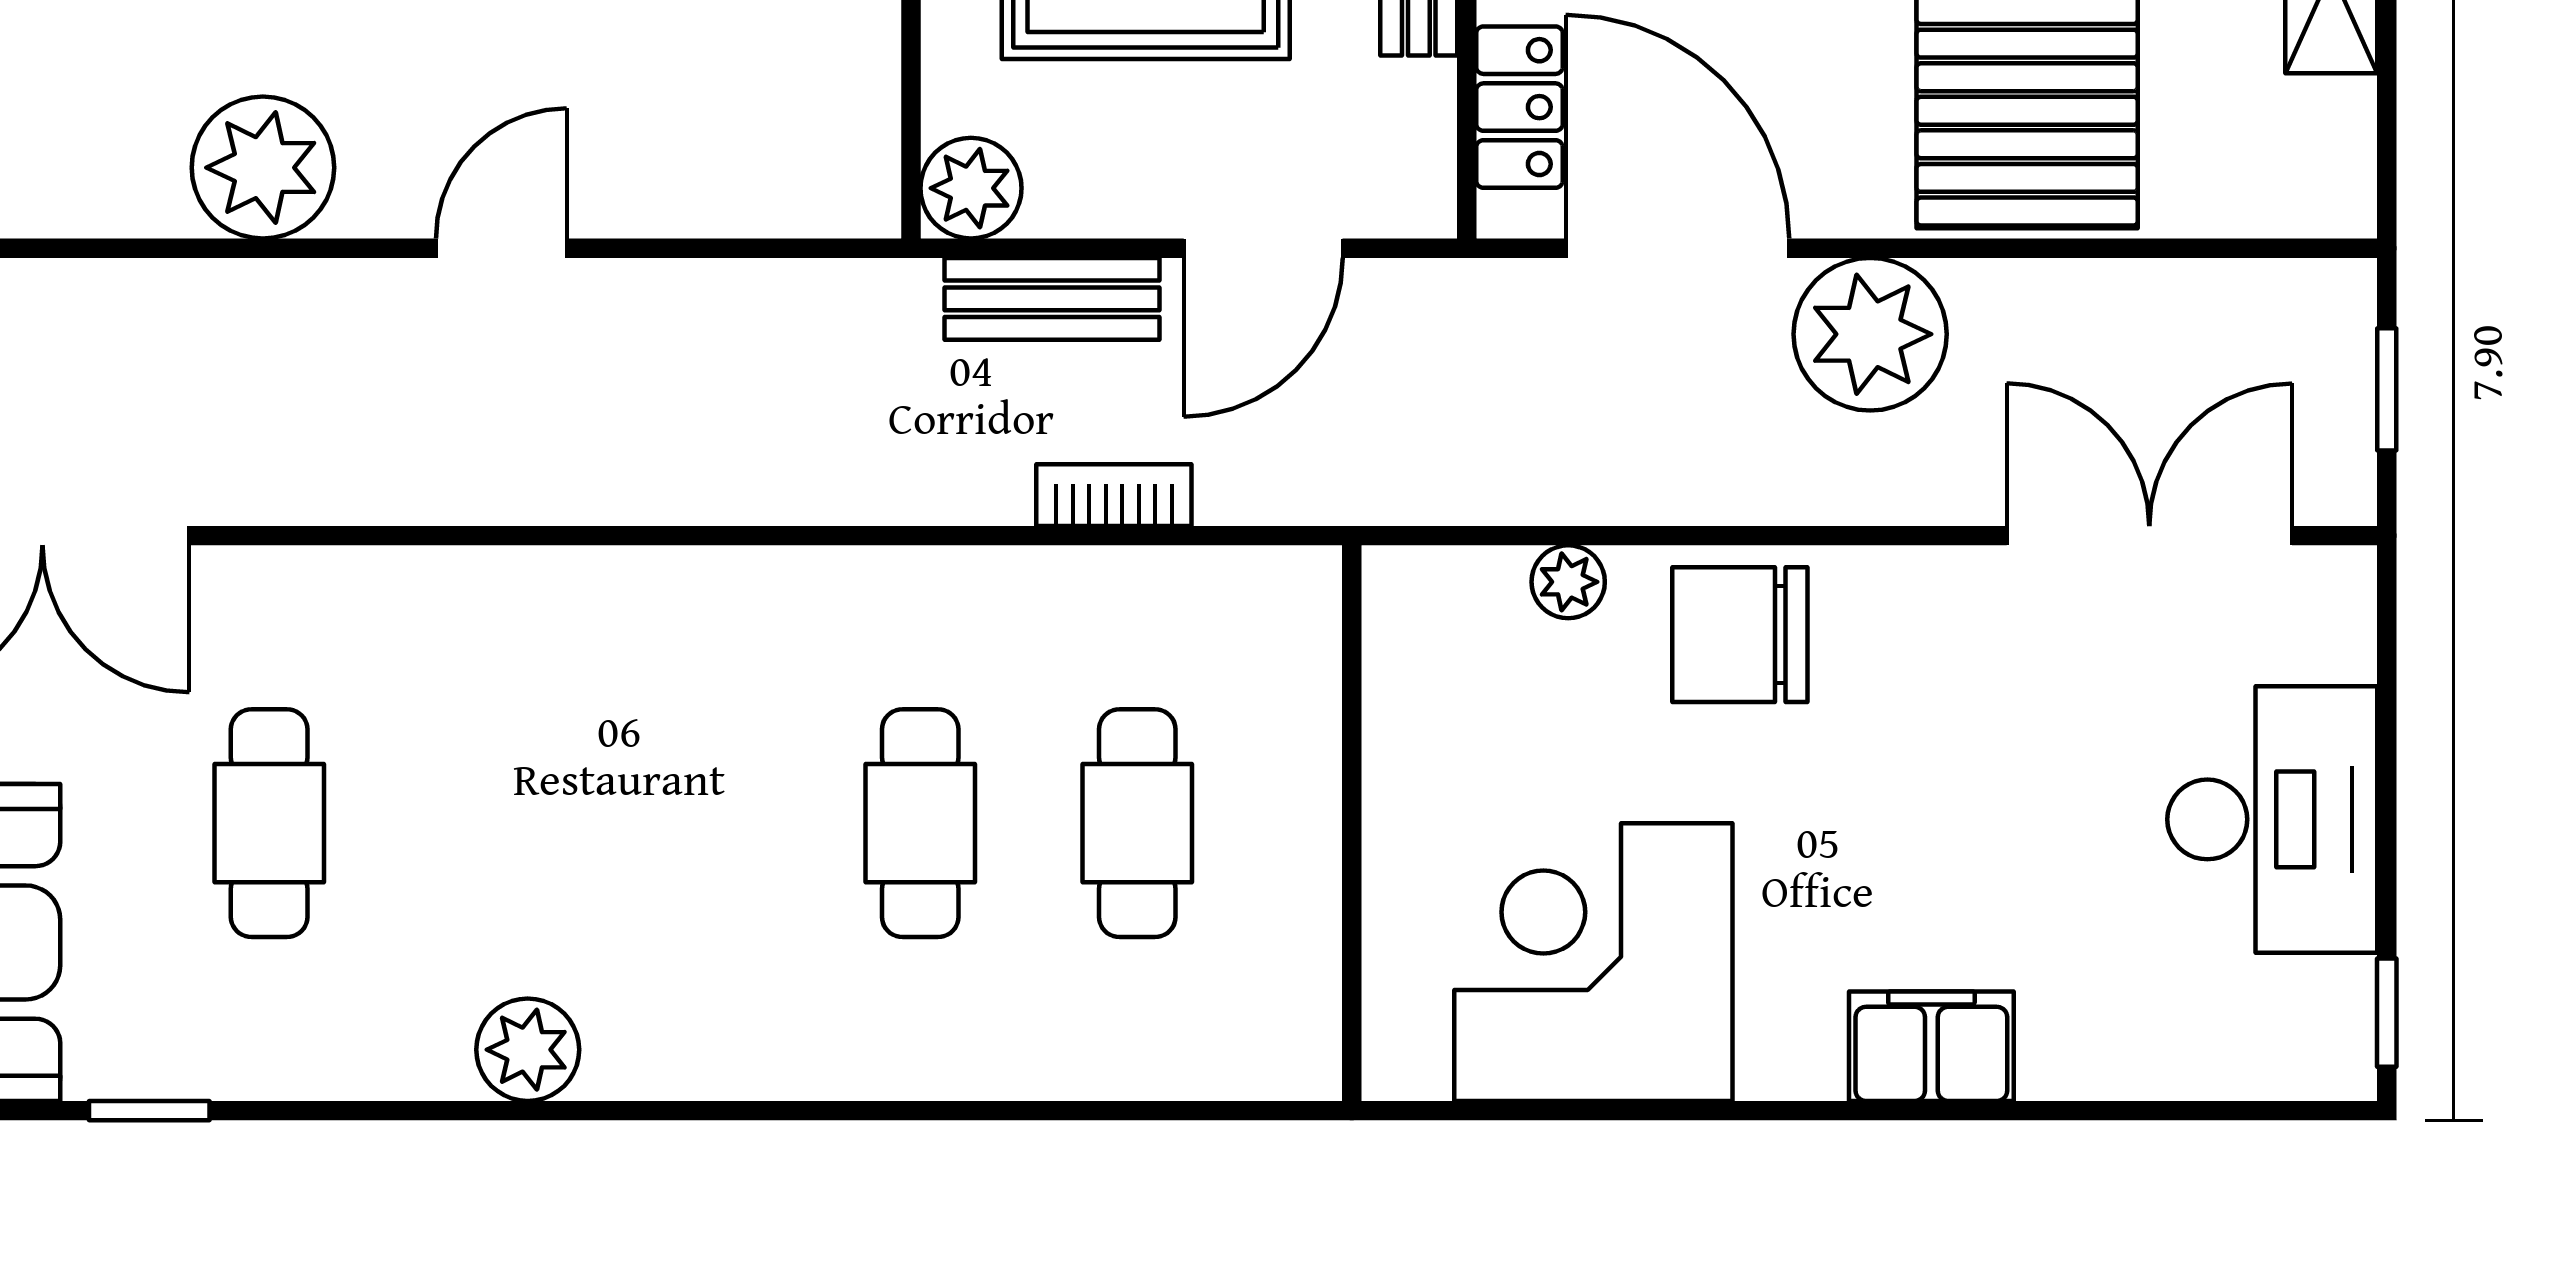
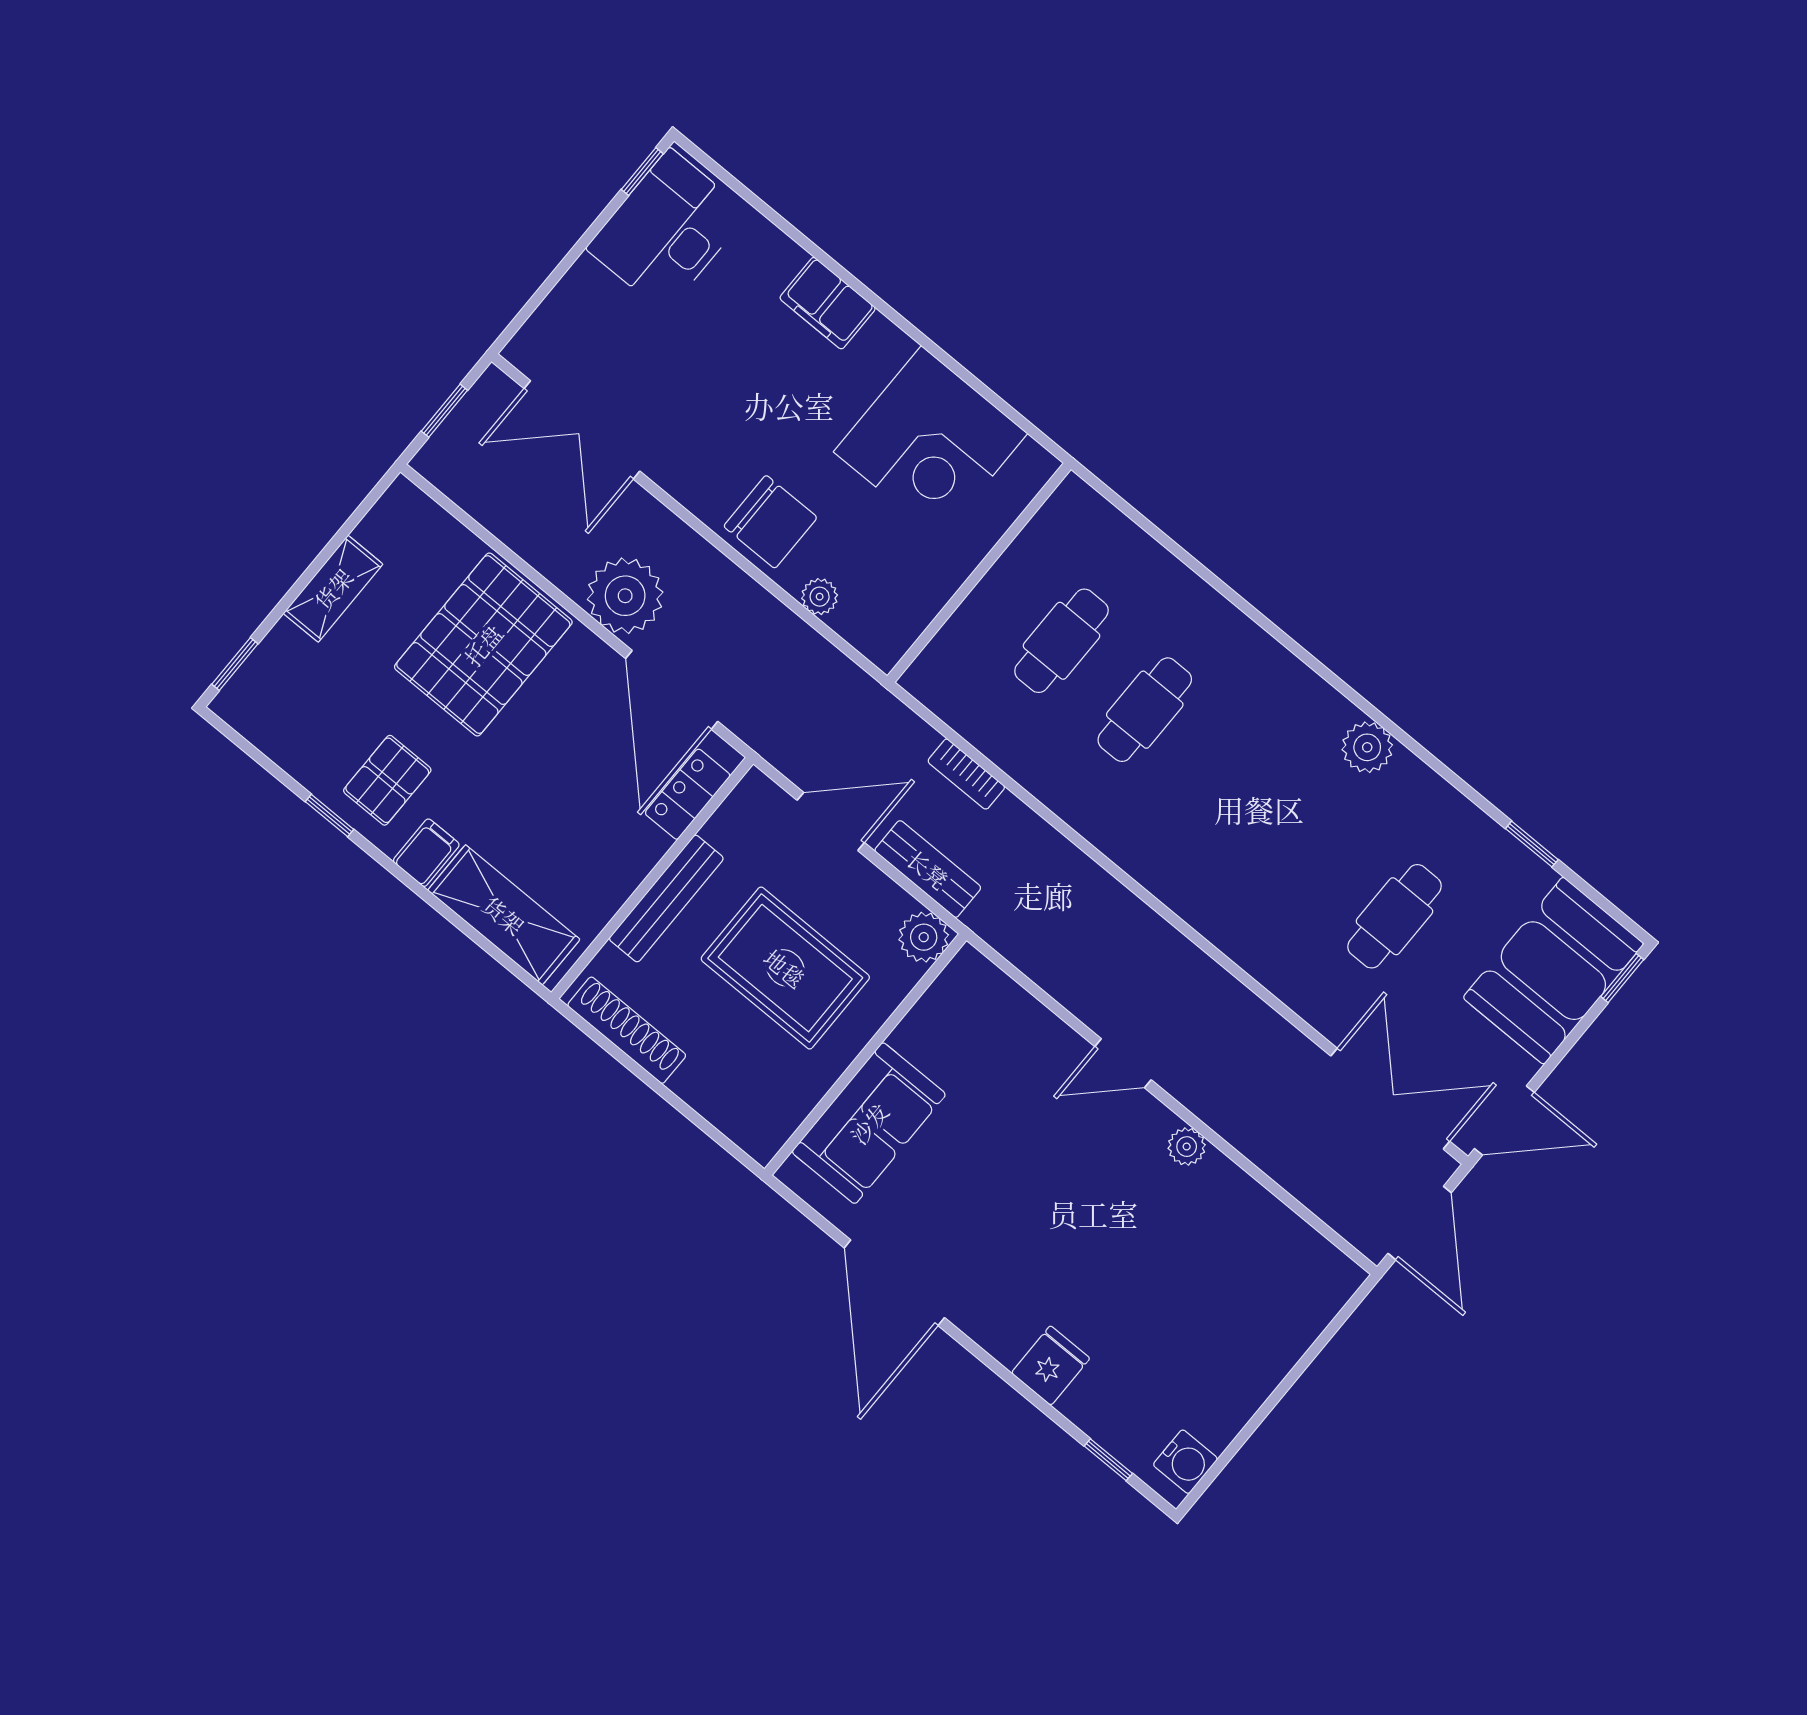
plant: (263, 168) -> (1187, 1147), width x0.53, depth x0.53
desk: (2272, 819) -> (667, 231), moved

